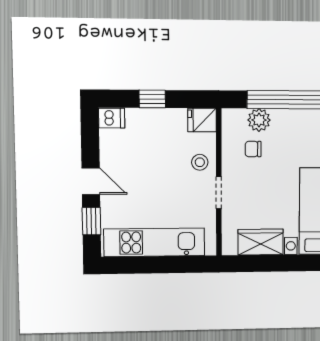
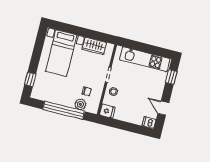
window: (152, 99) -> (128, 127), removed
door: (91, 181) -> (163, 108), moved

